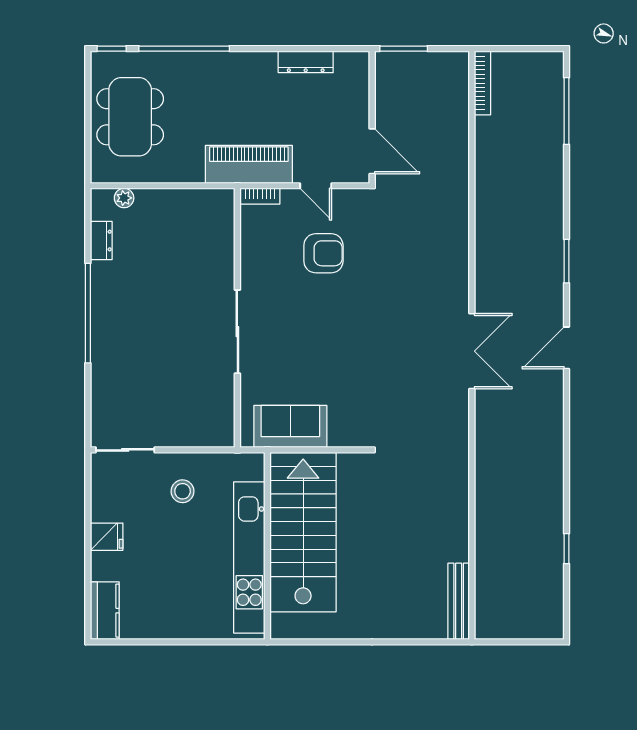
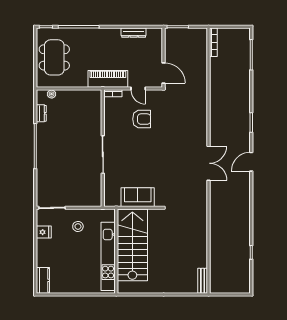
sofa: (290, 426) -> (138, 197), moved
fridge: (107, 537) -> (44, 232), moved
bench: (459, 601) -> (203, 281), width x0.73

